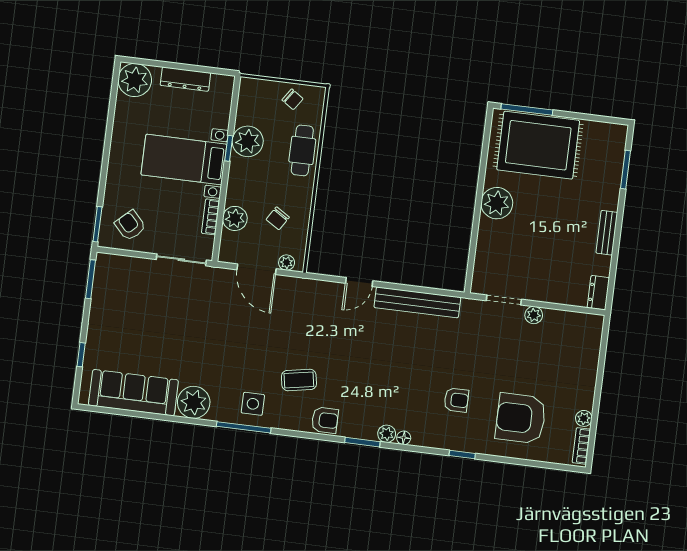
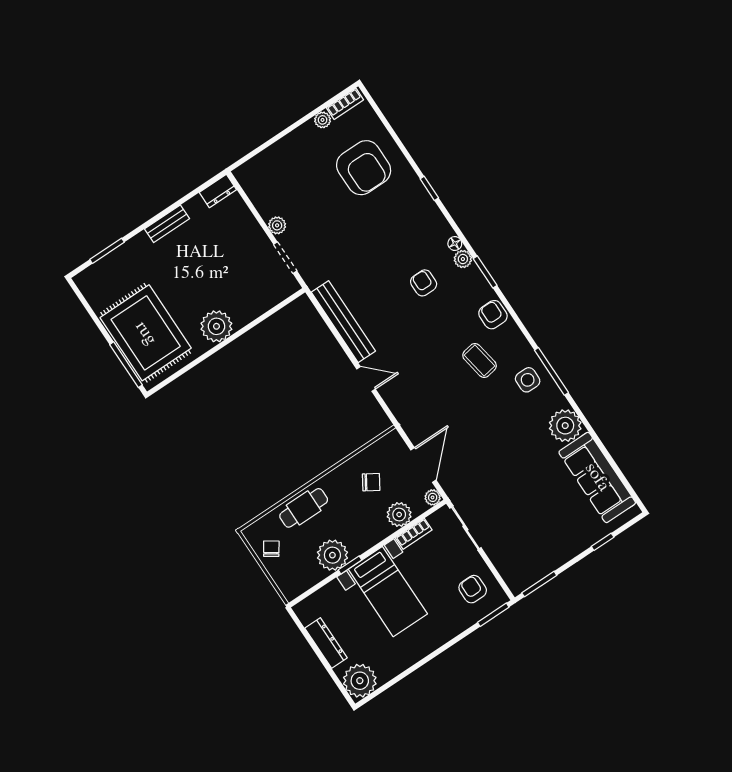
armchair: (130, 225) -> (473, 589), turned 133
plant: (287, 263) -> (433, 497), moved
armchair: (456, 400) -> (424, 283), moved

